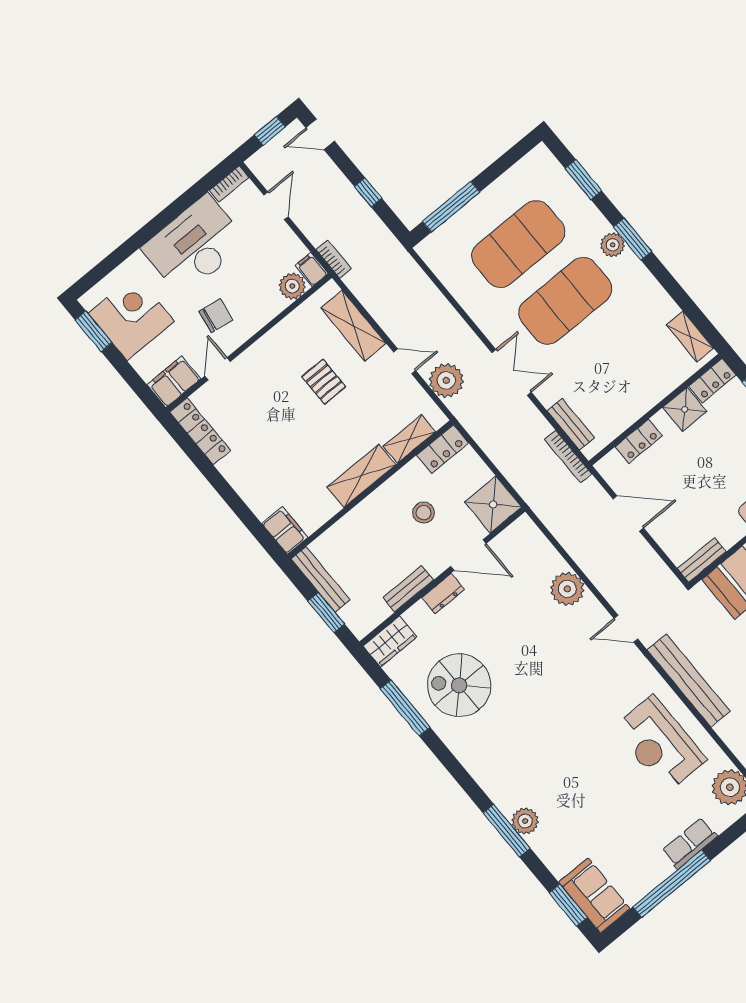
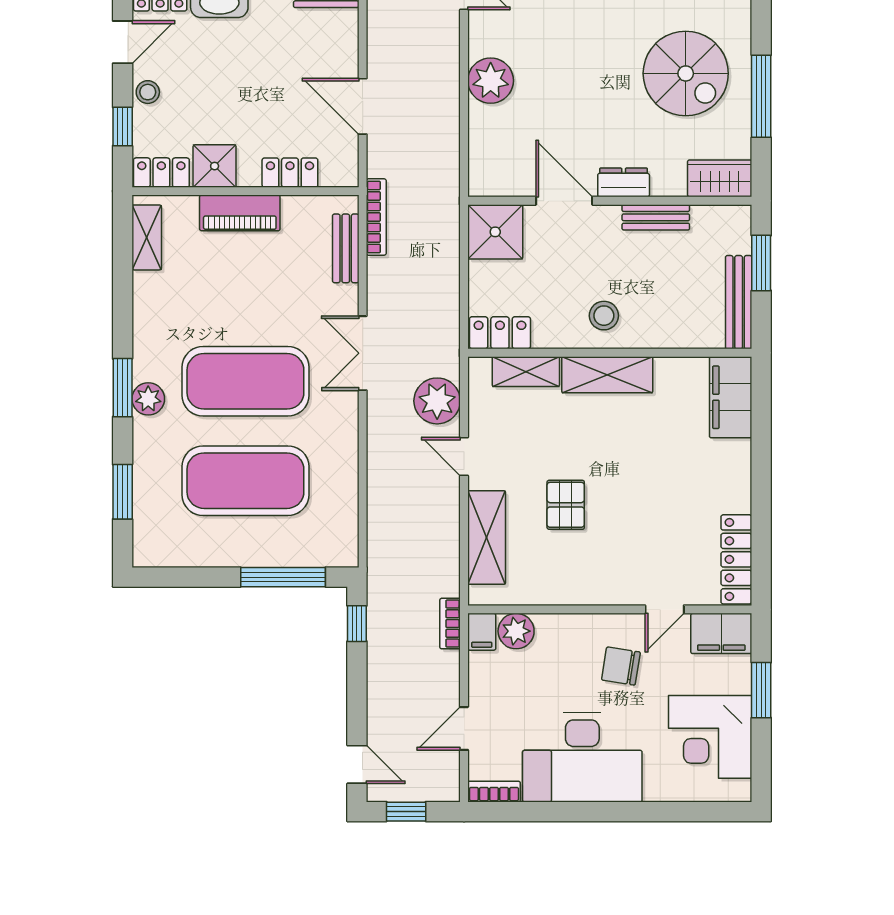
window: (368, 192) -> (357, 624), moved
window: (93, 331) -> (761, 690), moved
piano: (648, 394) -> (240, 213), added
stool: (424, 513) -> (604, 316), moved
filing cabinet: (285, 530) -> (731, 397), width x1.50, depth x1.17

